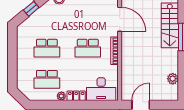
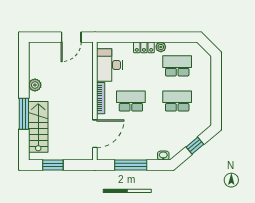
door: (120, 19) -> (95, 134), swing flipped
plant: (173, 79) -> (35, 85), moved
desk: (101, 89) -> (110, 65), moved, turned -90

